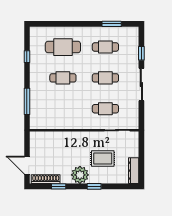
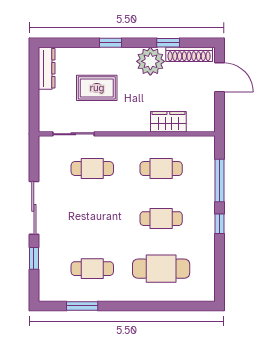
window: (27, 57) -> (219, 224), moved
cafe table: (105, 78) -> (161, 169), moved
wardrobe: (58, 138) -> (168, 122), added
plant: (80, 175) -> (150, 61), moved

